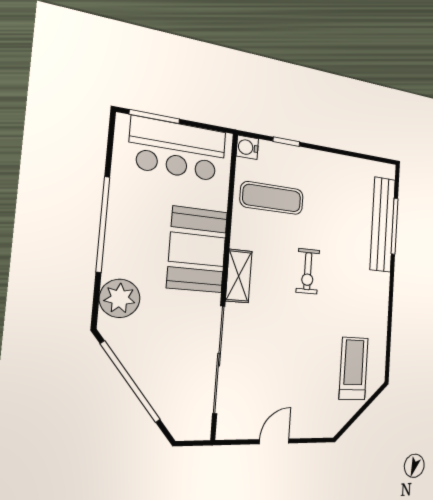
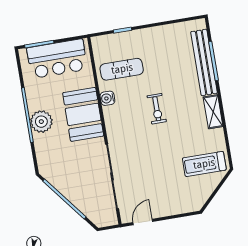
water cooler: (247, 147) -> (107, 98), moved
shelving: (239, 276) -> (213, 112), moved
plant: (120, 298) -> (41, 122), moved
treadmill: (354, 368) -> (204, 164), turned -90
door: (274, 441) -> (143, 222), moved

